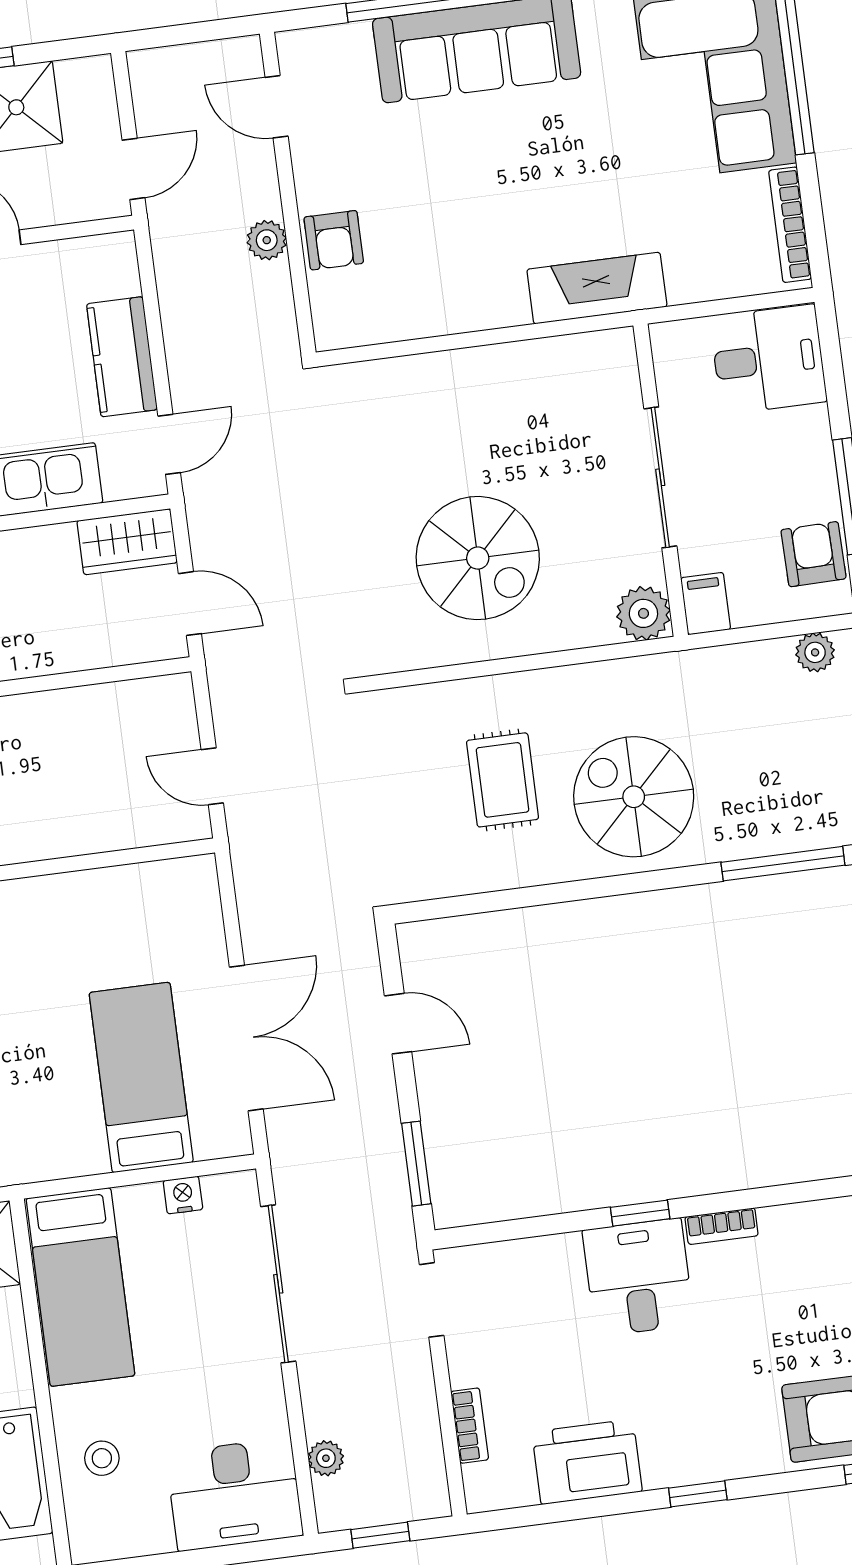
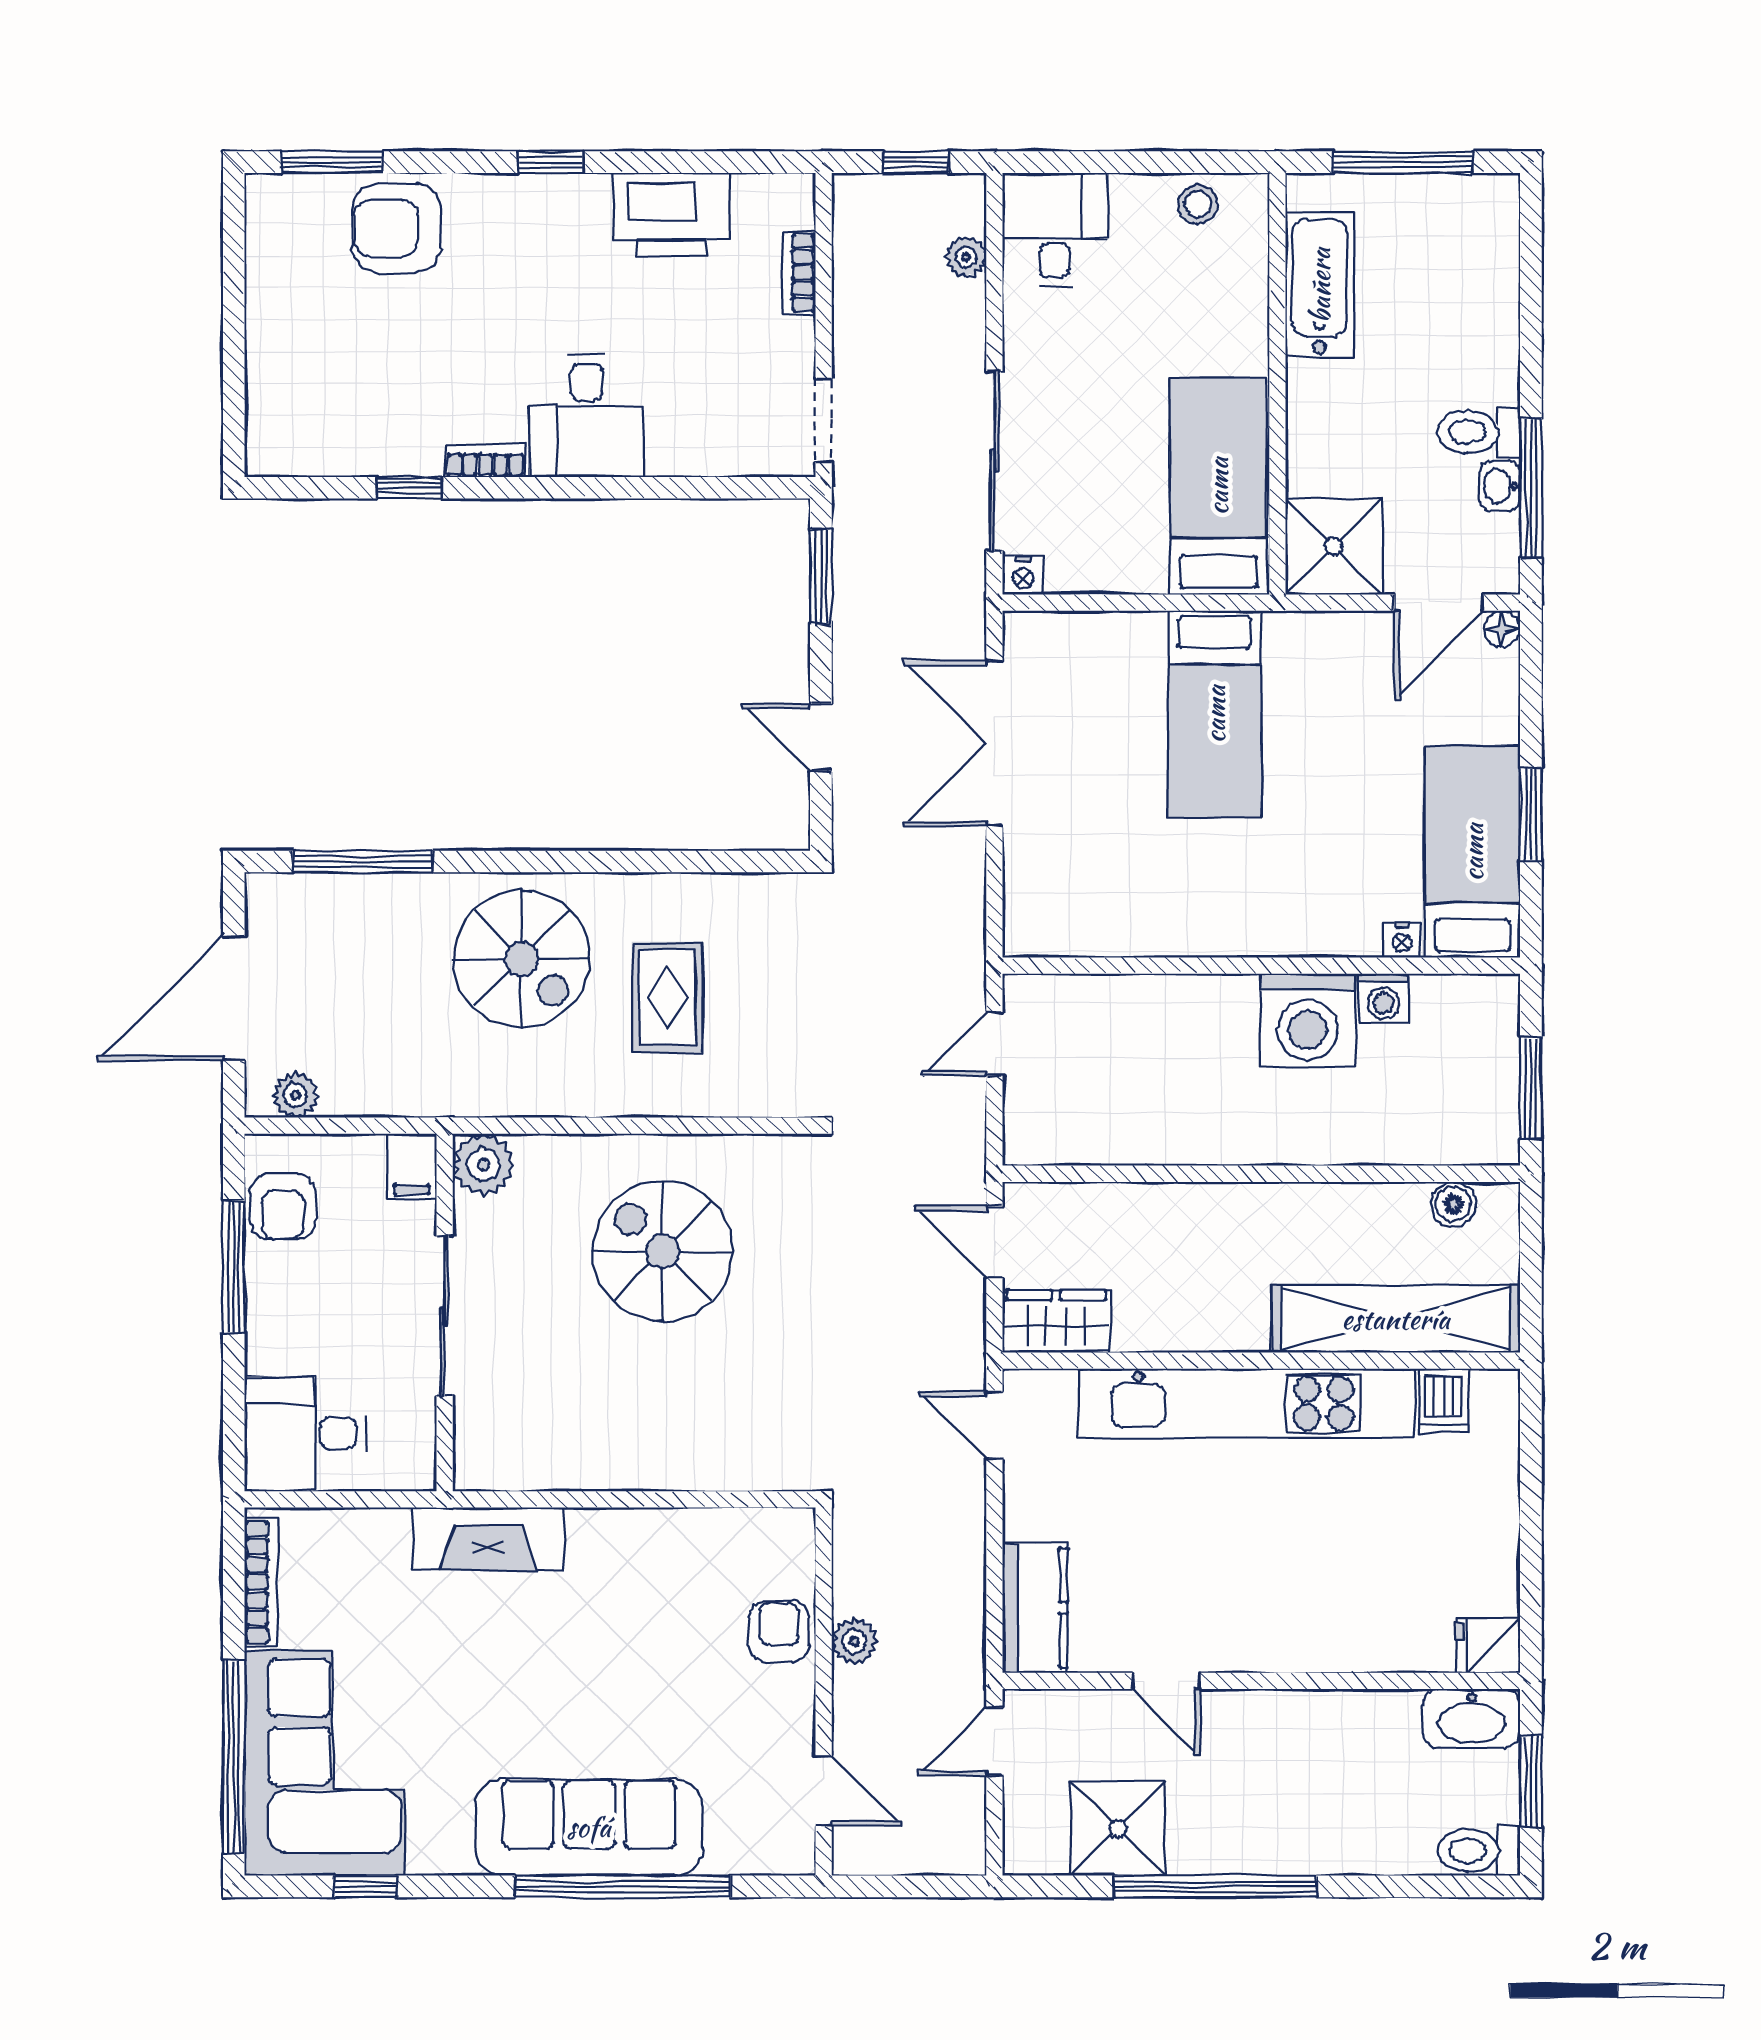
kitchen counter: (122, 357) -> (1035, 1608), moved
door: (169, 444) -> (994, 1425), hinge flipped
door: (212, 776) -> (994, 1044), swing flipped
bed: (141, 1078) -> (1215, 714), moved
nightstand: (183, 1195) -> (1023, 575), moved
window: (640, 1213) -> (409, 488), moved
stool: (102, 1458) -> (1198, 204), moved
desk: (234, 1494) -> (1055, 230), width x0.73

